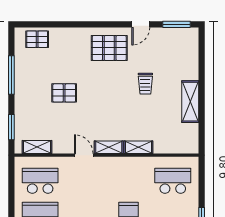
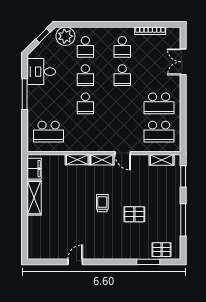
window: (177, 24) -> (148, 262), moved
pallet: (109, 48) -> (102, 242), removed
trolley: (145, 84) -> (102, 203), moved
pallet: (64, 93) -> (134, 214), moved
filing cabinet: (190, 136) -> (34, 169), added

